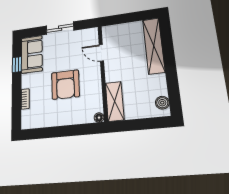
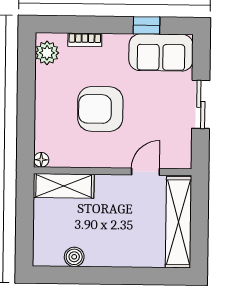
shelving: (154, 46) -> (178, 222), moved, turned 90
boiler: (162, 103) -> (74, 257), moved
plant: (33, 121) -> (47, 53), added

